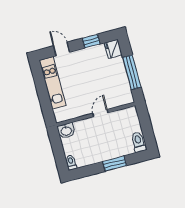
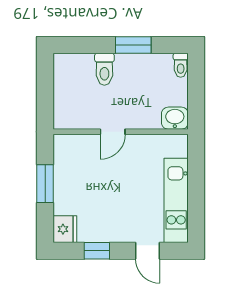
window: (132, 72) -> (45, 184), width x0.69
toilet: (138, 142) -> (104, 69), moved
window: (115, 164) -> (133, 45), moved

